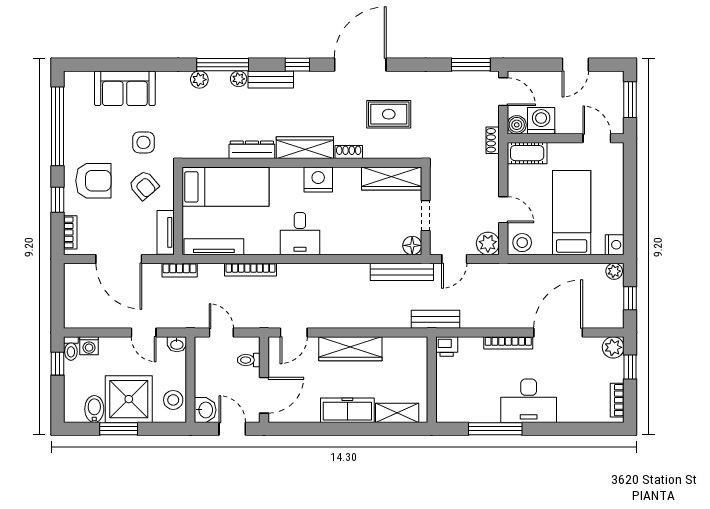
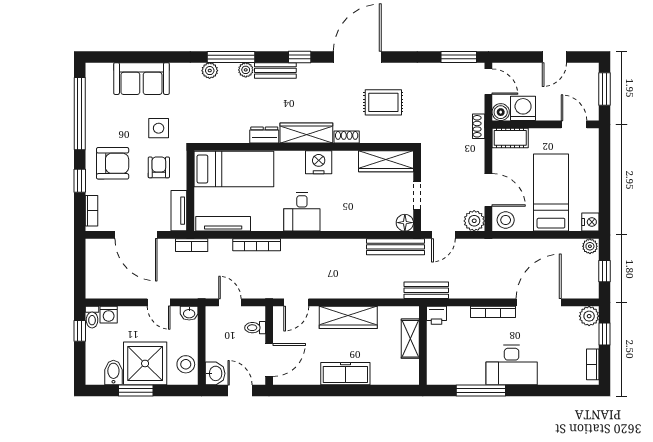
dresser: (252, 150) -> (264, 135), width x0.70
armchair: (144, 185) -> (159, 167), turned -139
door: (503, 210) -> (488, 190), width x1.38
shelving: (397, 413) -> (410, 339), moved, turned 90

